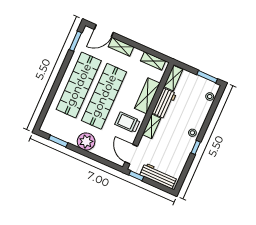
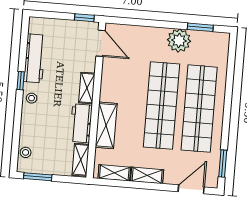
shelving: (121, 47) -> (147, 175), moved
trolley: (127, 122) -> (120, 82), removed
plant: (86, 141) -> (179, 40), moved
workbench: (159, 176) -> (35, 58), moved, turned -90

